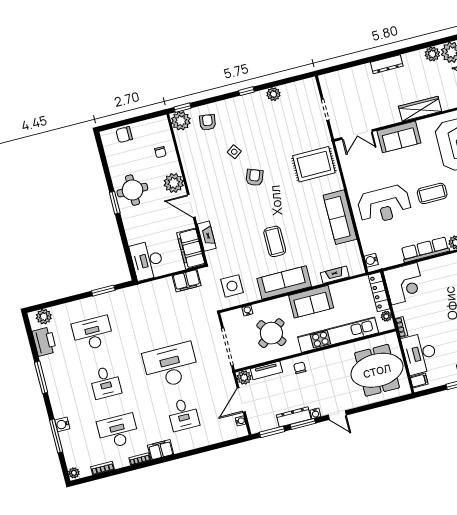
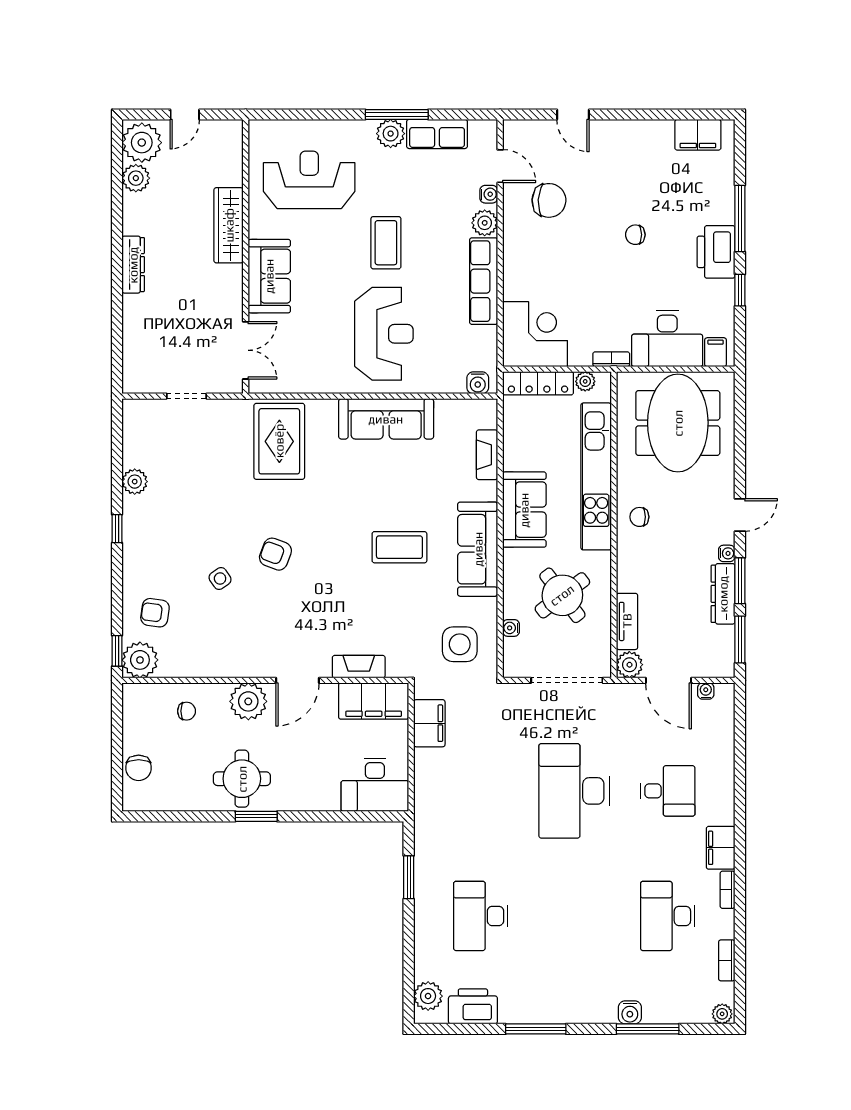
chair: (300, 368) -> (639, 517), moved
desk: (105, 382) -> (574, 916), removed

